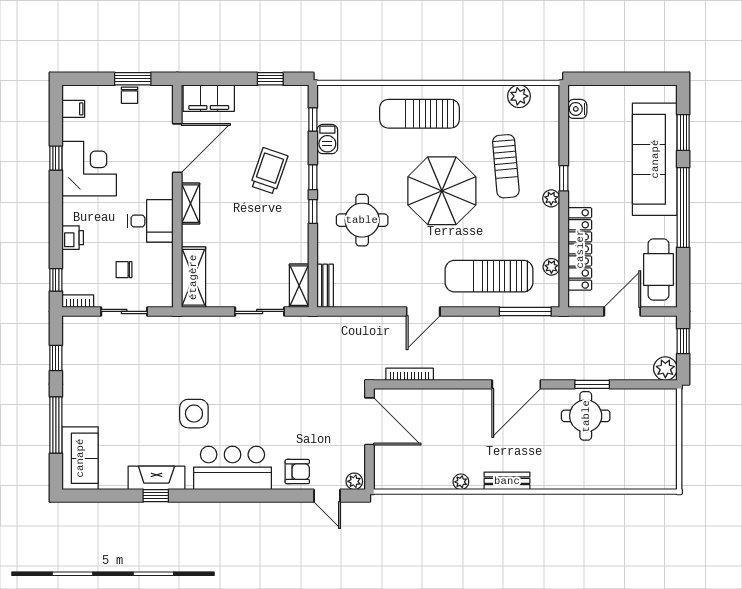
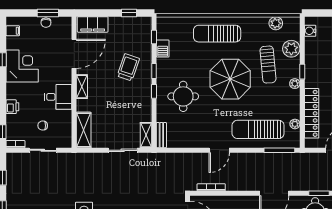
plant: (545, 139) -> (291, 49), added

